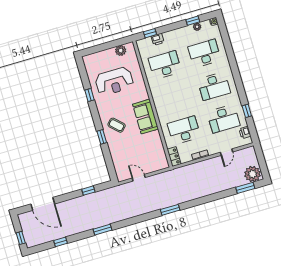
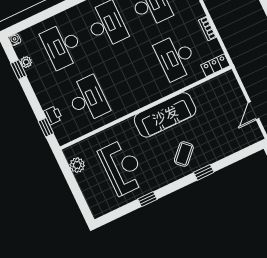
desk: (165, 65) -> (88, 99), turned 180
sofa: (145, 117) -> (165, 115), width x1.36

